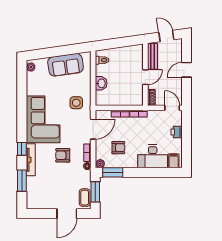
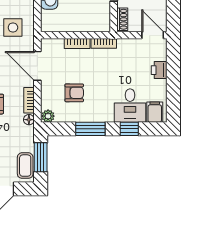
door: (93, 129) -> (37, 66), swing flipped
desk: (153, 156) -> (130, 106), width x0.73
window: (113, 172) -> (90, 129), moved
window: (156, 172) -> (129, 129), added

